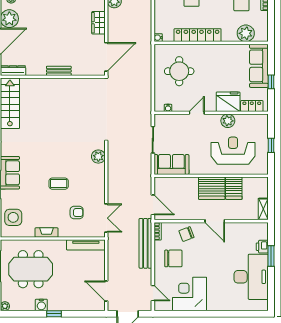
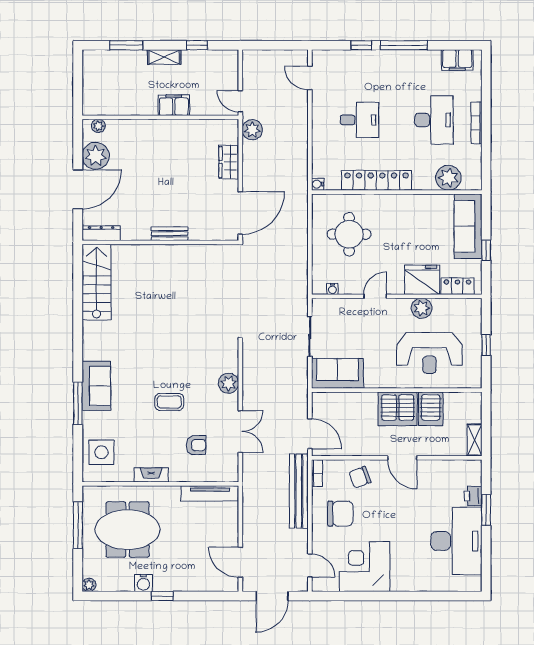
reception desk: (233, 151) -> (429, 353), turned 180
plant: (98, 157) -> (228, 383), moved
double door: (106, 218) -> (240, 431), moved

